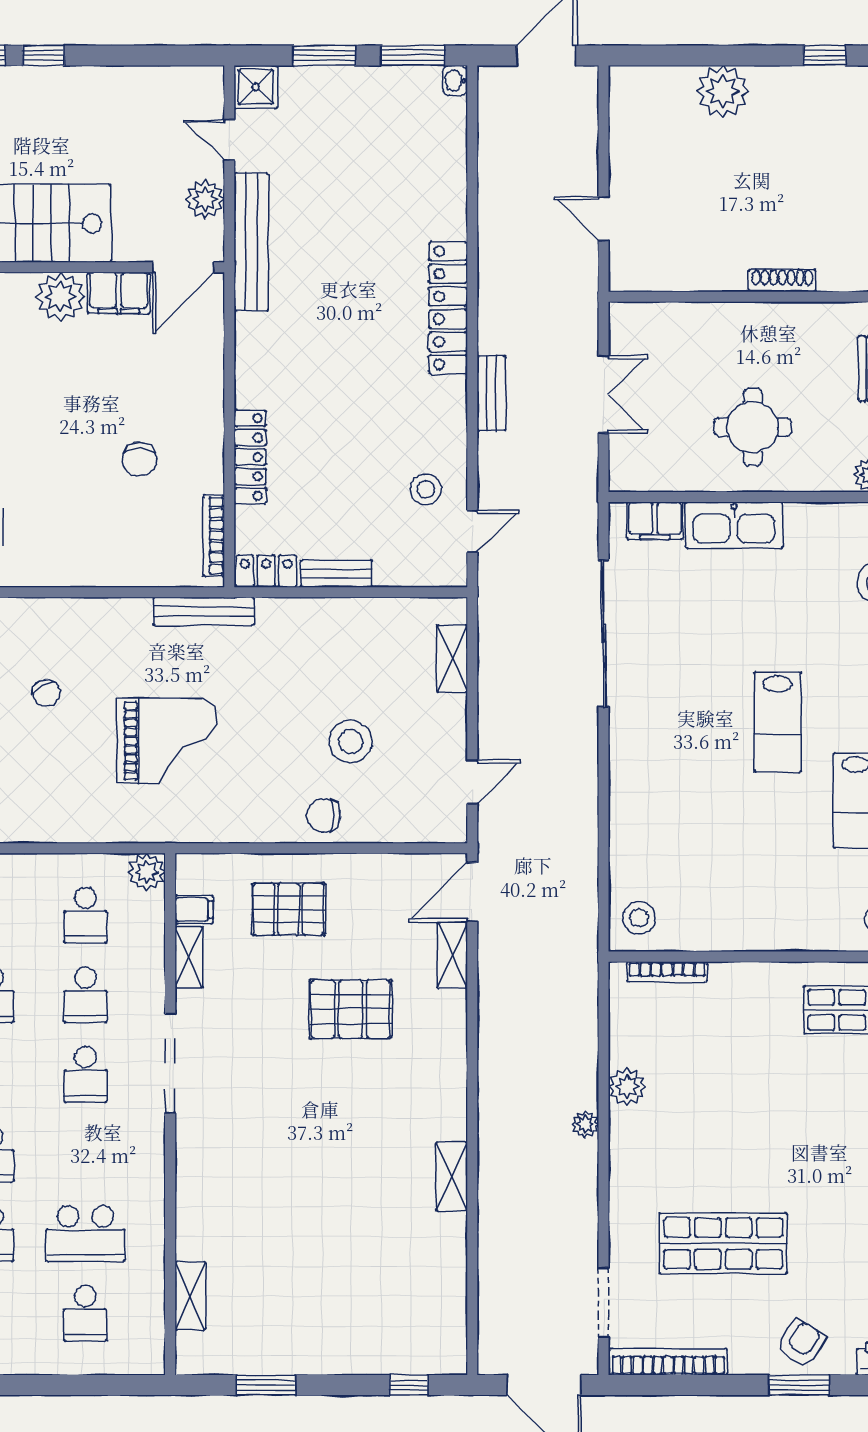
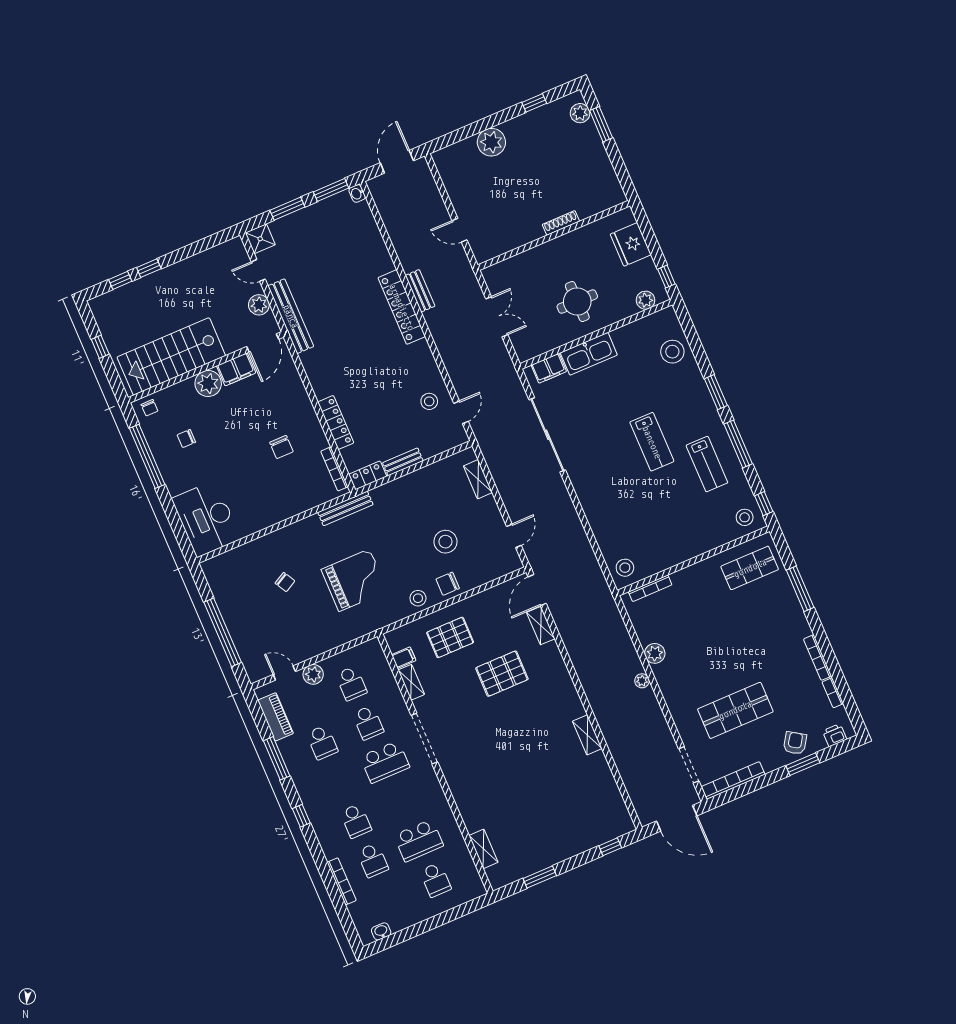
bench: (491, 393) -> (420, 291), moved
stool: (262, 818) -> (418, 598), added
plant: (147, 872) -> (313, 674), moved
school desk: (85, 1074) -> (385, 762), width x1.85

